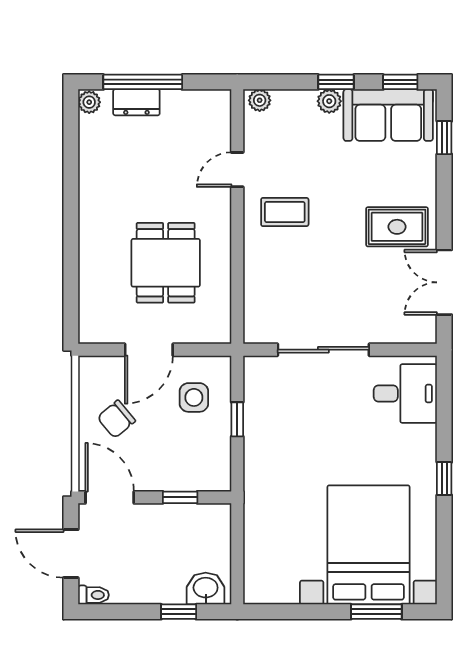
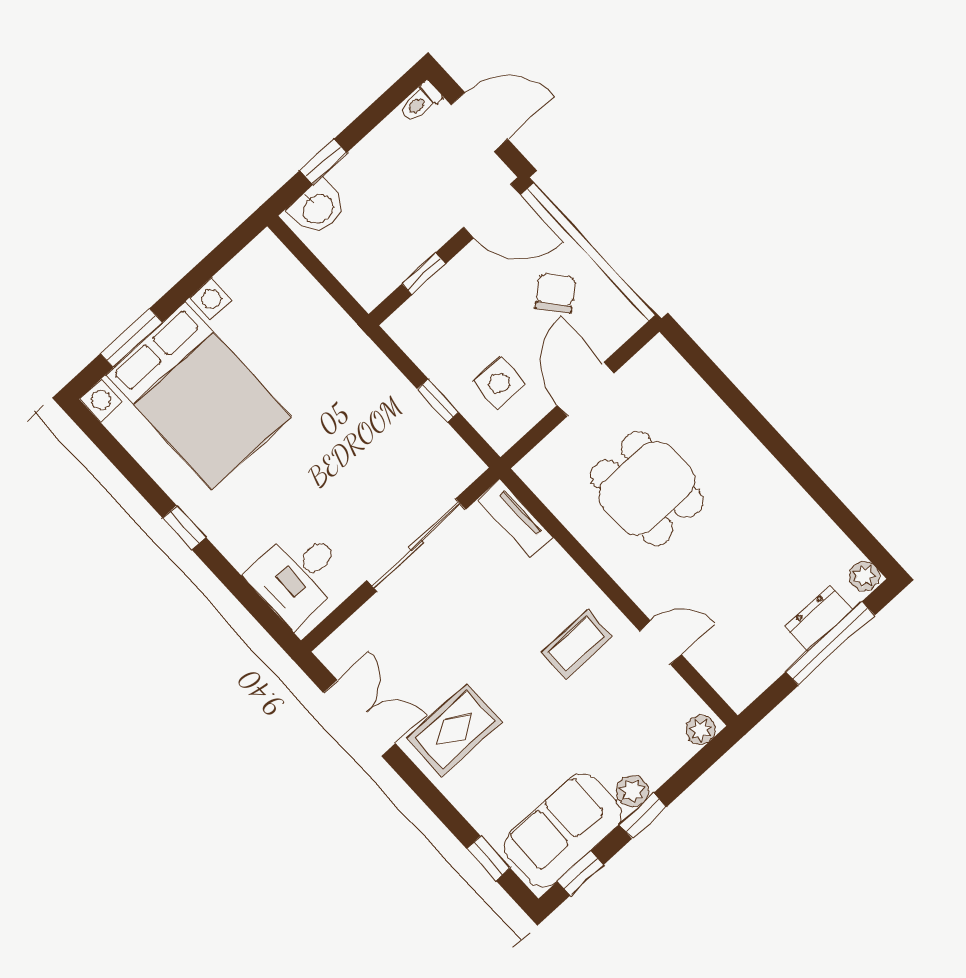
door: (237, 170) -> (660, 643), hinge flipped
tv unit: (255, 314) -> (515, 518), added

